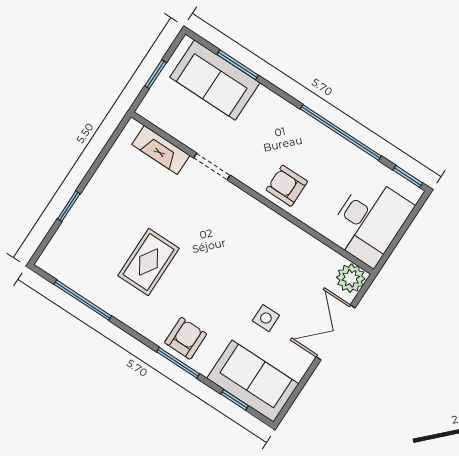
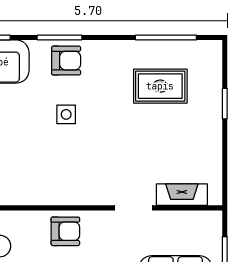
rug: (148, 262) -> (160, 86), moved, turned 90
side table: (266, 318) -> (66, 114), moved
armchair: (186, 338) -> (66, 61), turned -90

